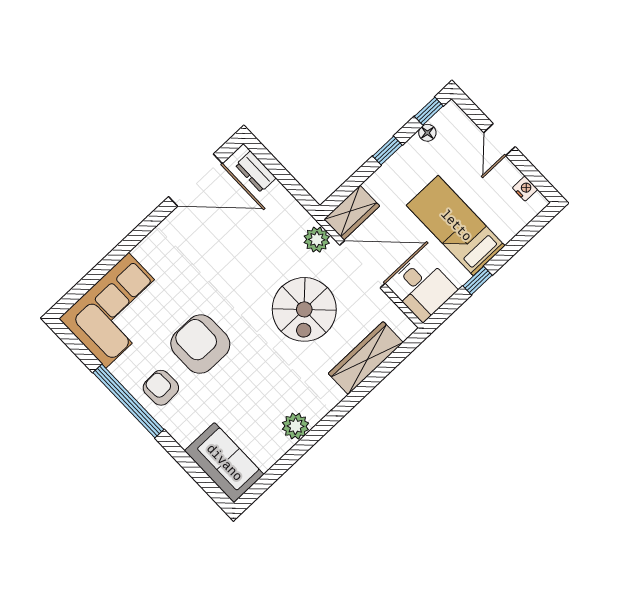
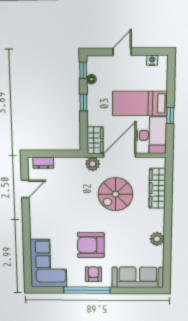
door: (499, 140) -> (122, 52), swing flipped
door: (195, 180) -> (25, 189), width x0.53
desk: (423, 288) -> (152, 135), width x1.37
spiral stairs: (304, 309) -> (115, 194), turned 90
armchair: (161, 388) -> (93, 274), turned 92
sofa: (224, 463) -> (138, 277), width x1.36

